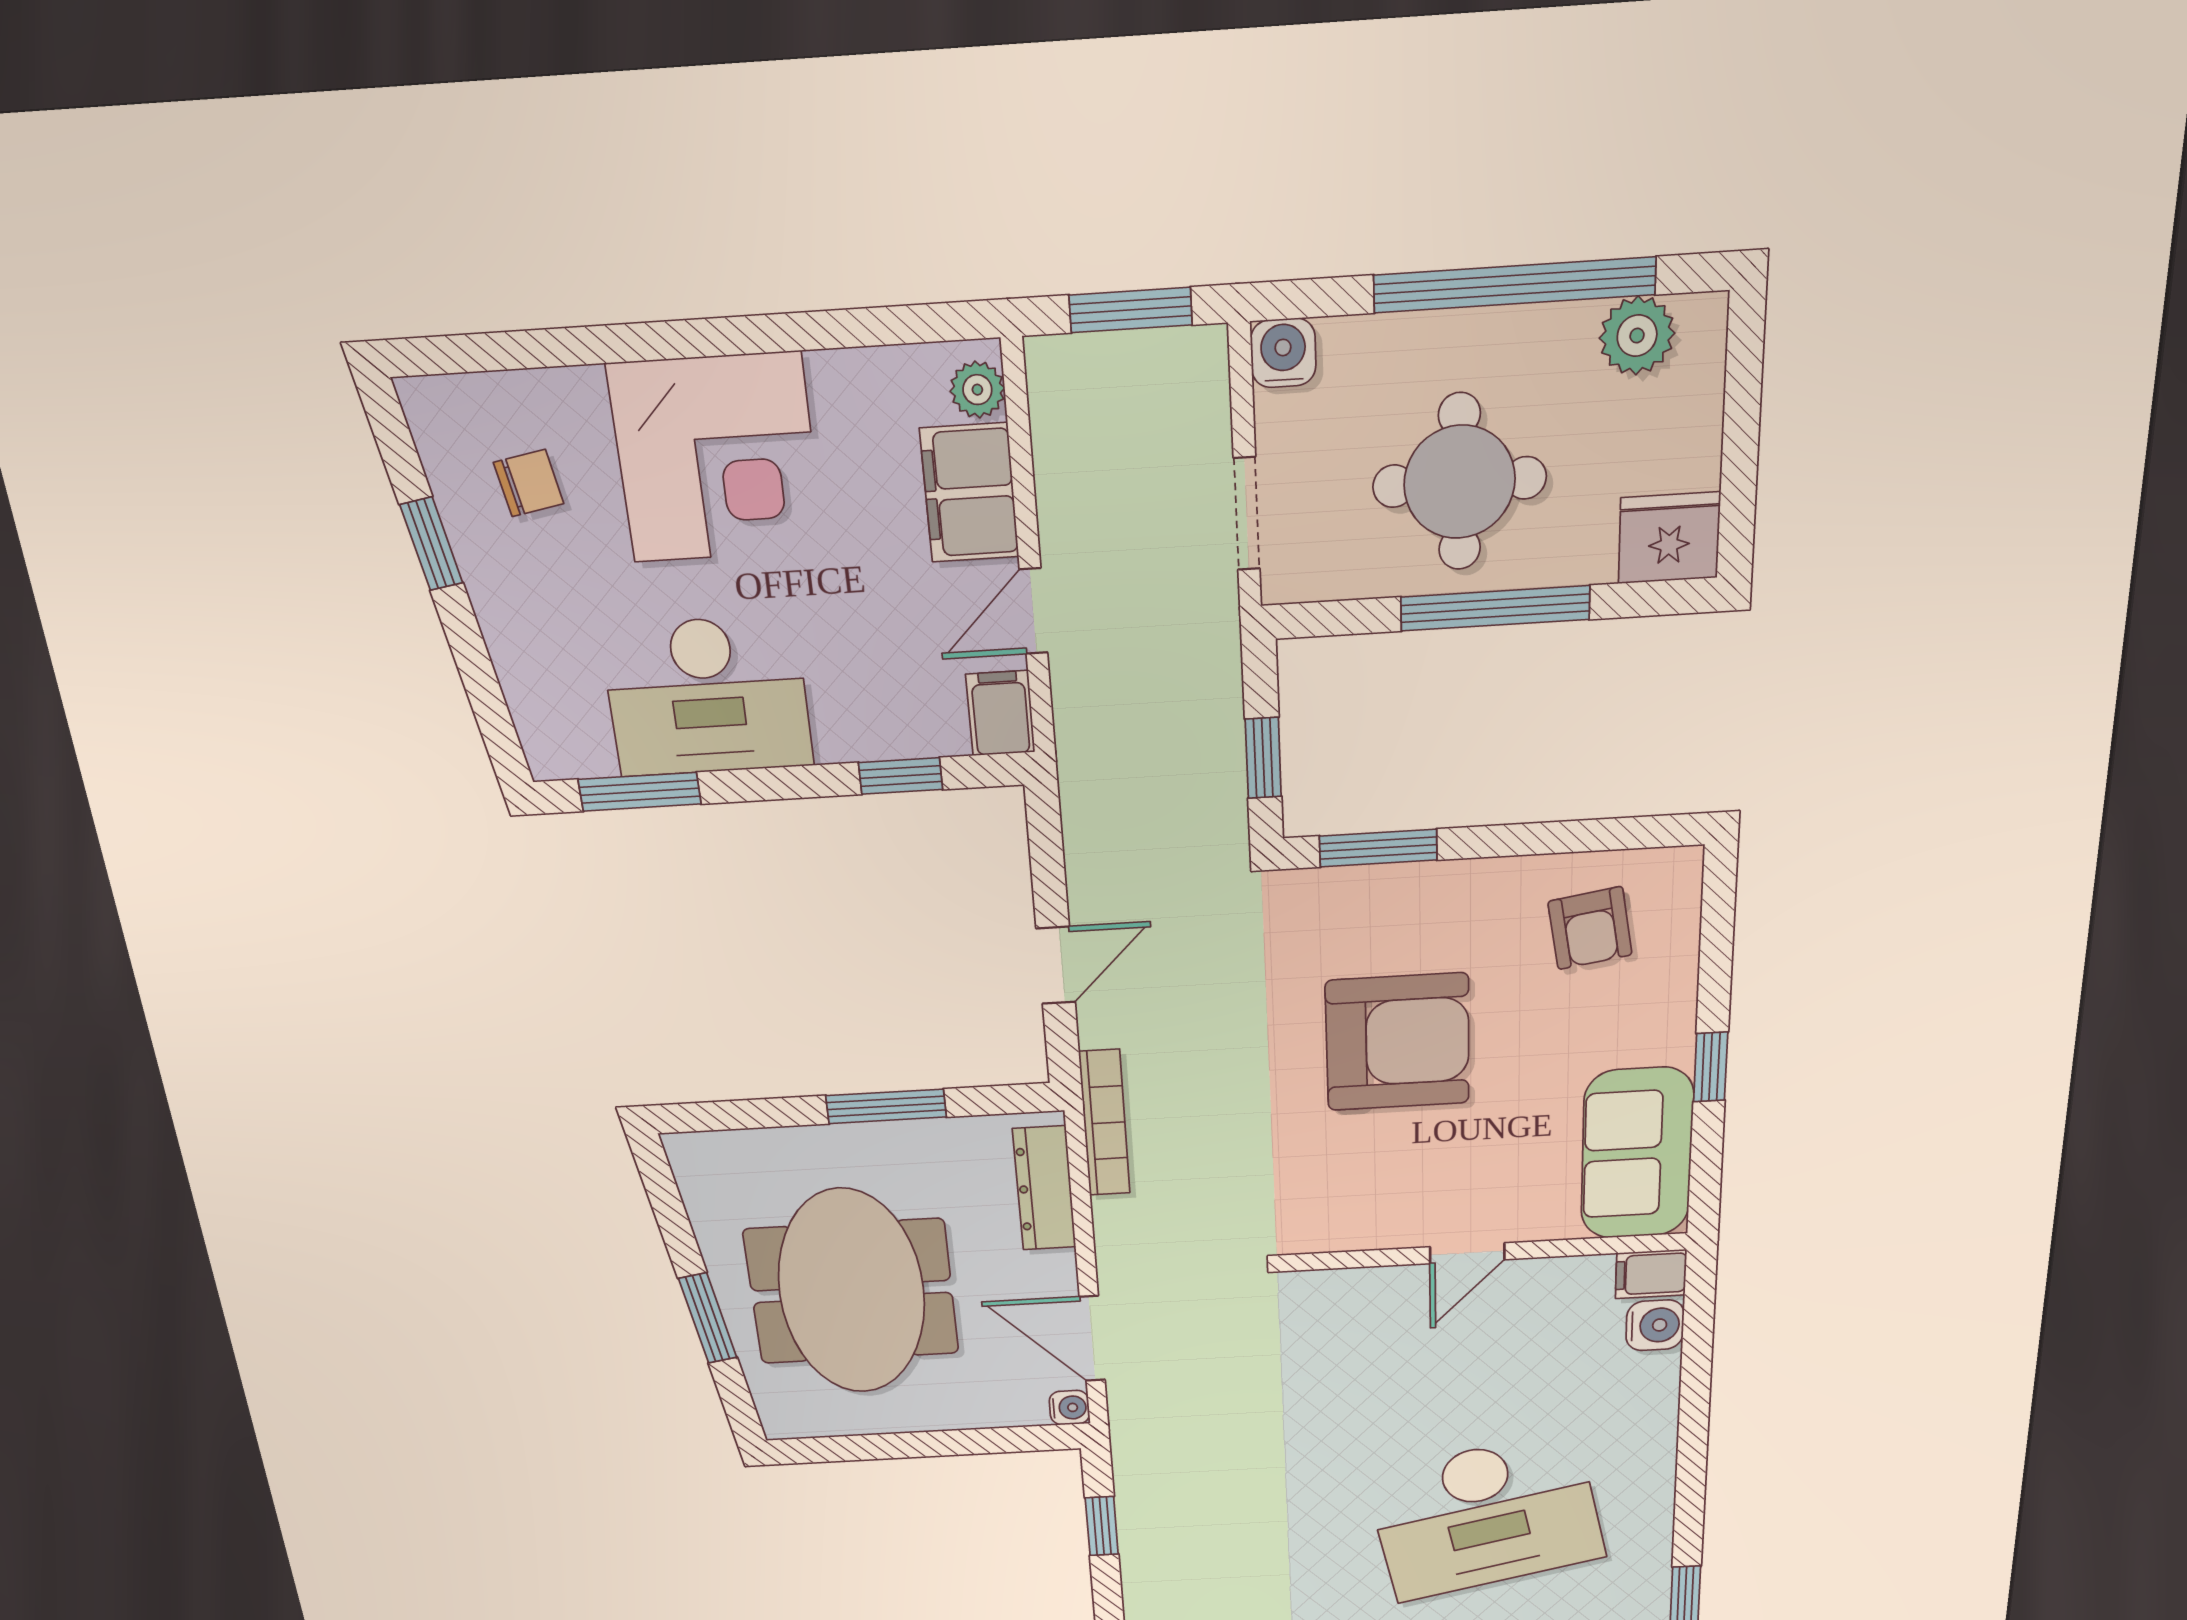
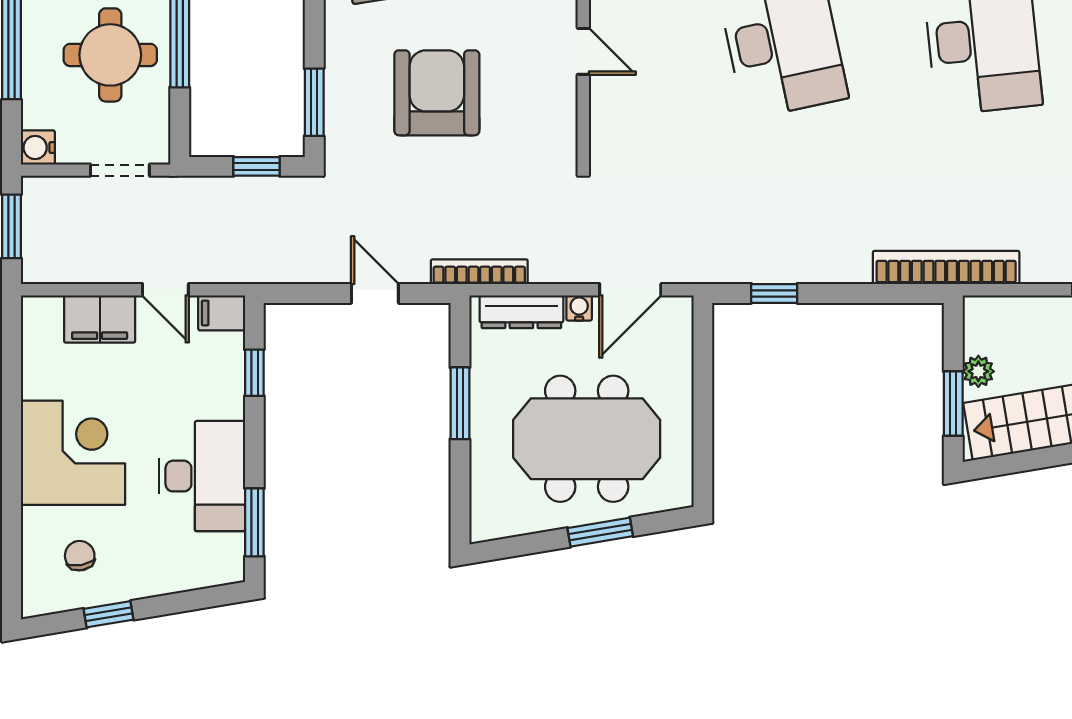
plant: (977, 390) -> (46, 310), removed
water cooler: (1069, 1408) -> (579, 308), moved

